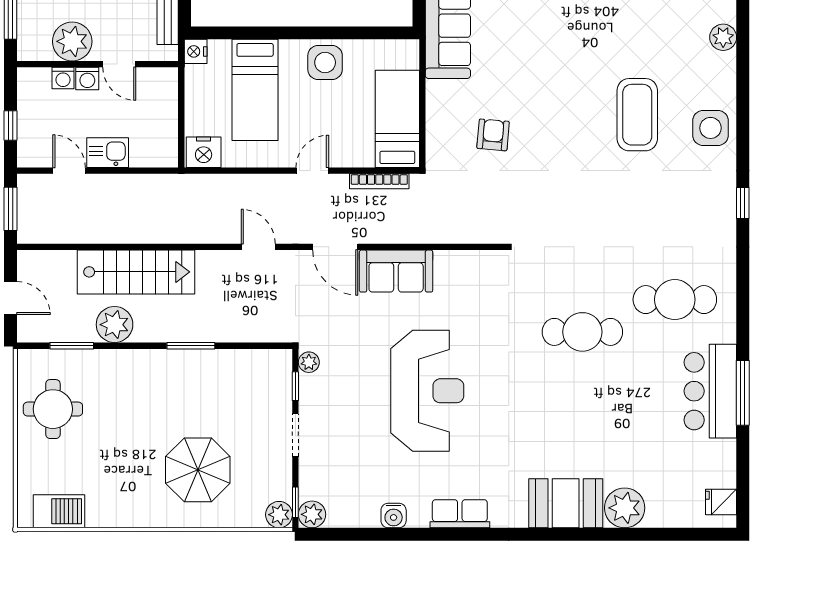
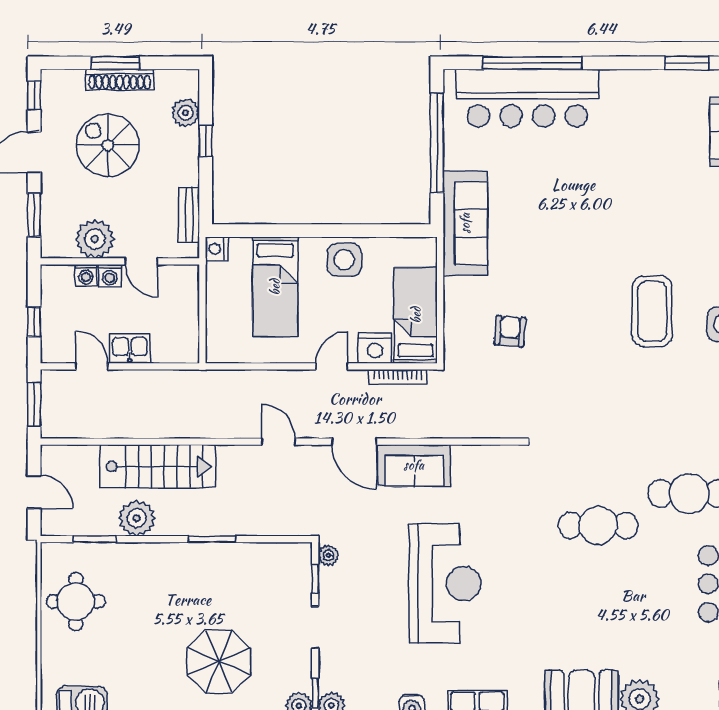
nightstand: (204, 152) -> (375, 348), moved

